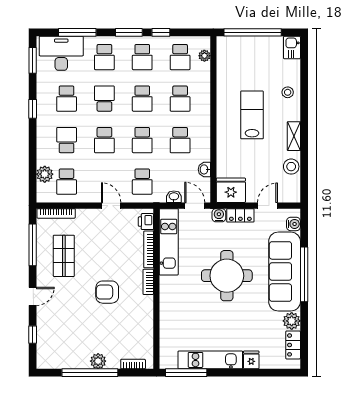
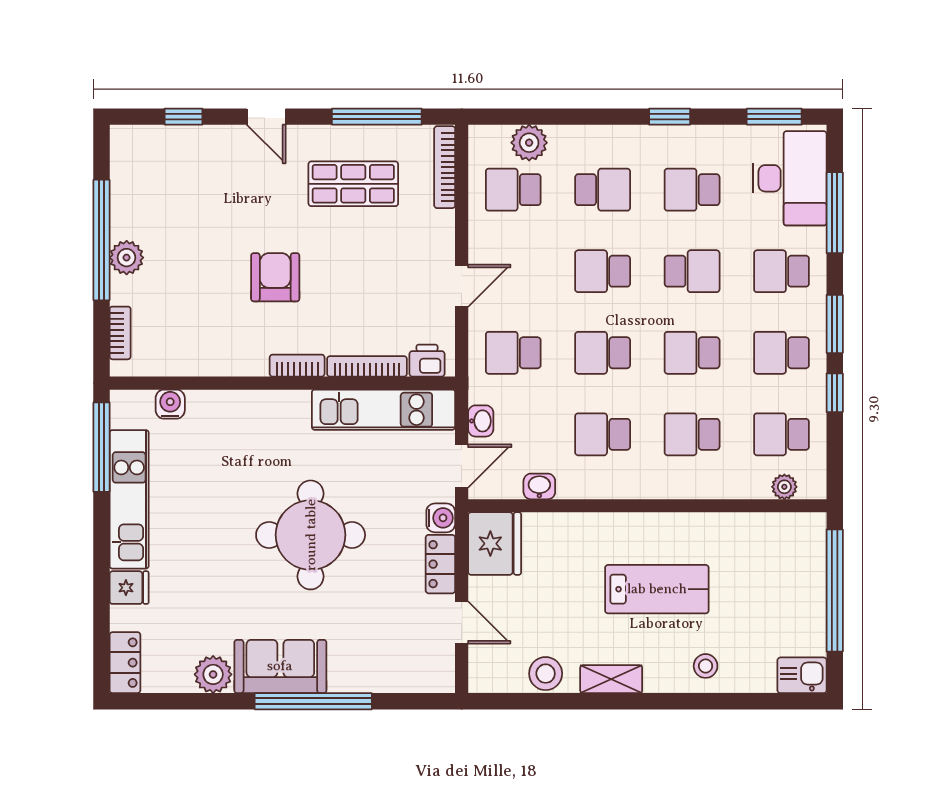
water cooler: (293, 224) -> (170, 404), moved, turned 180
sofa: (285, 272) -> (280, 666), width x0.54, depth x0.79
locker: (293, 345) -> (125, 663), moved, turned 90

